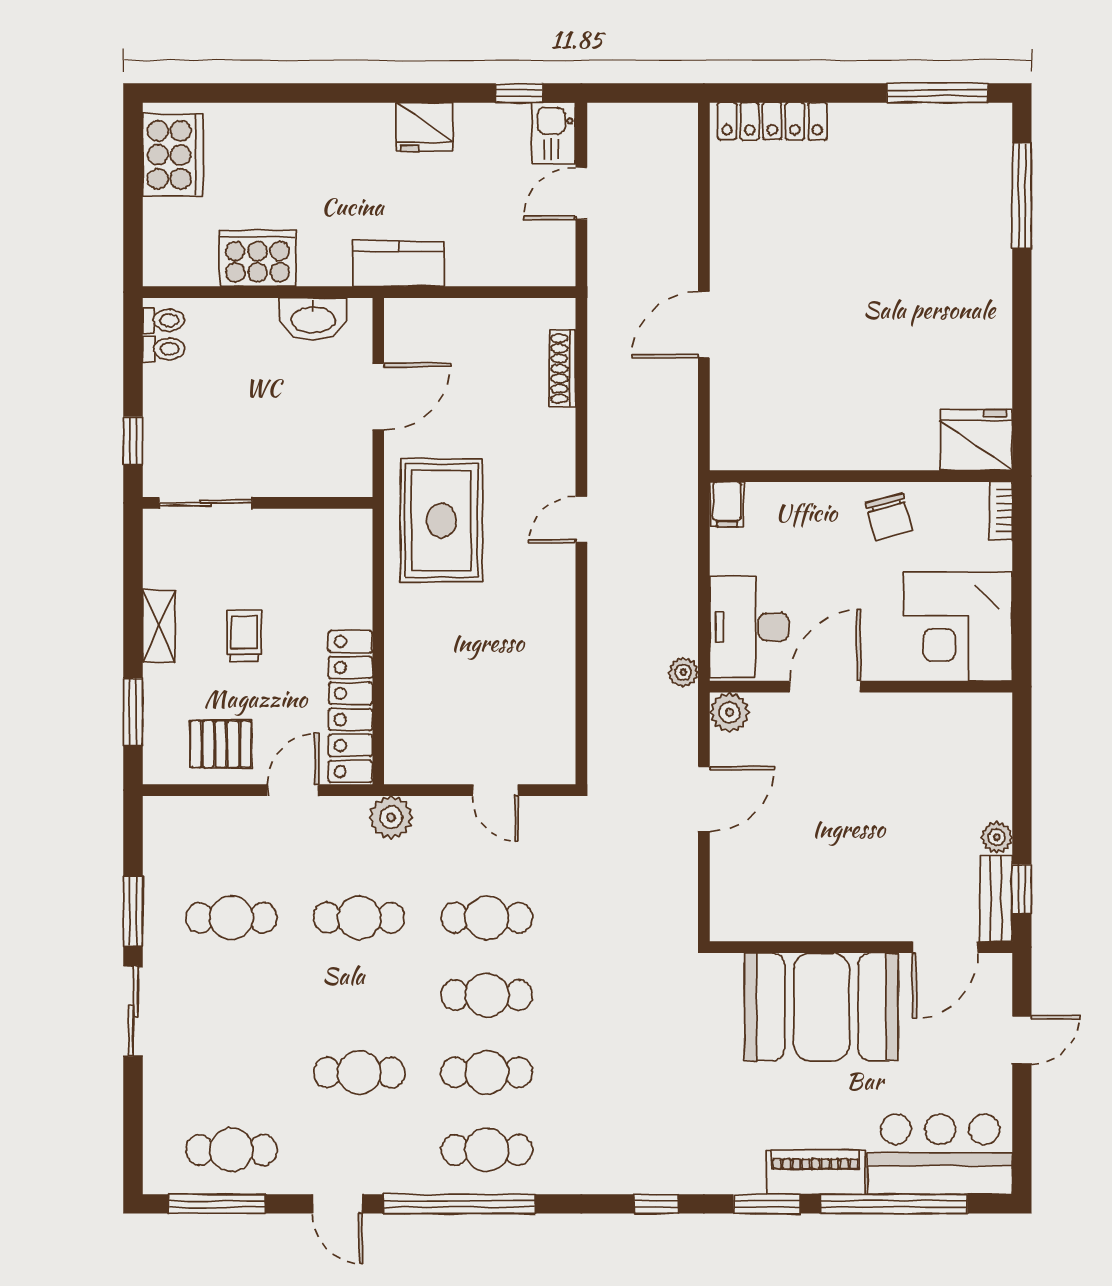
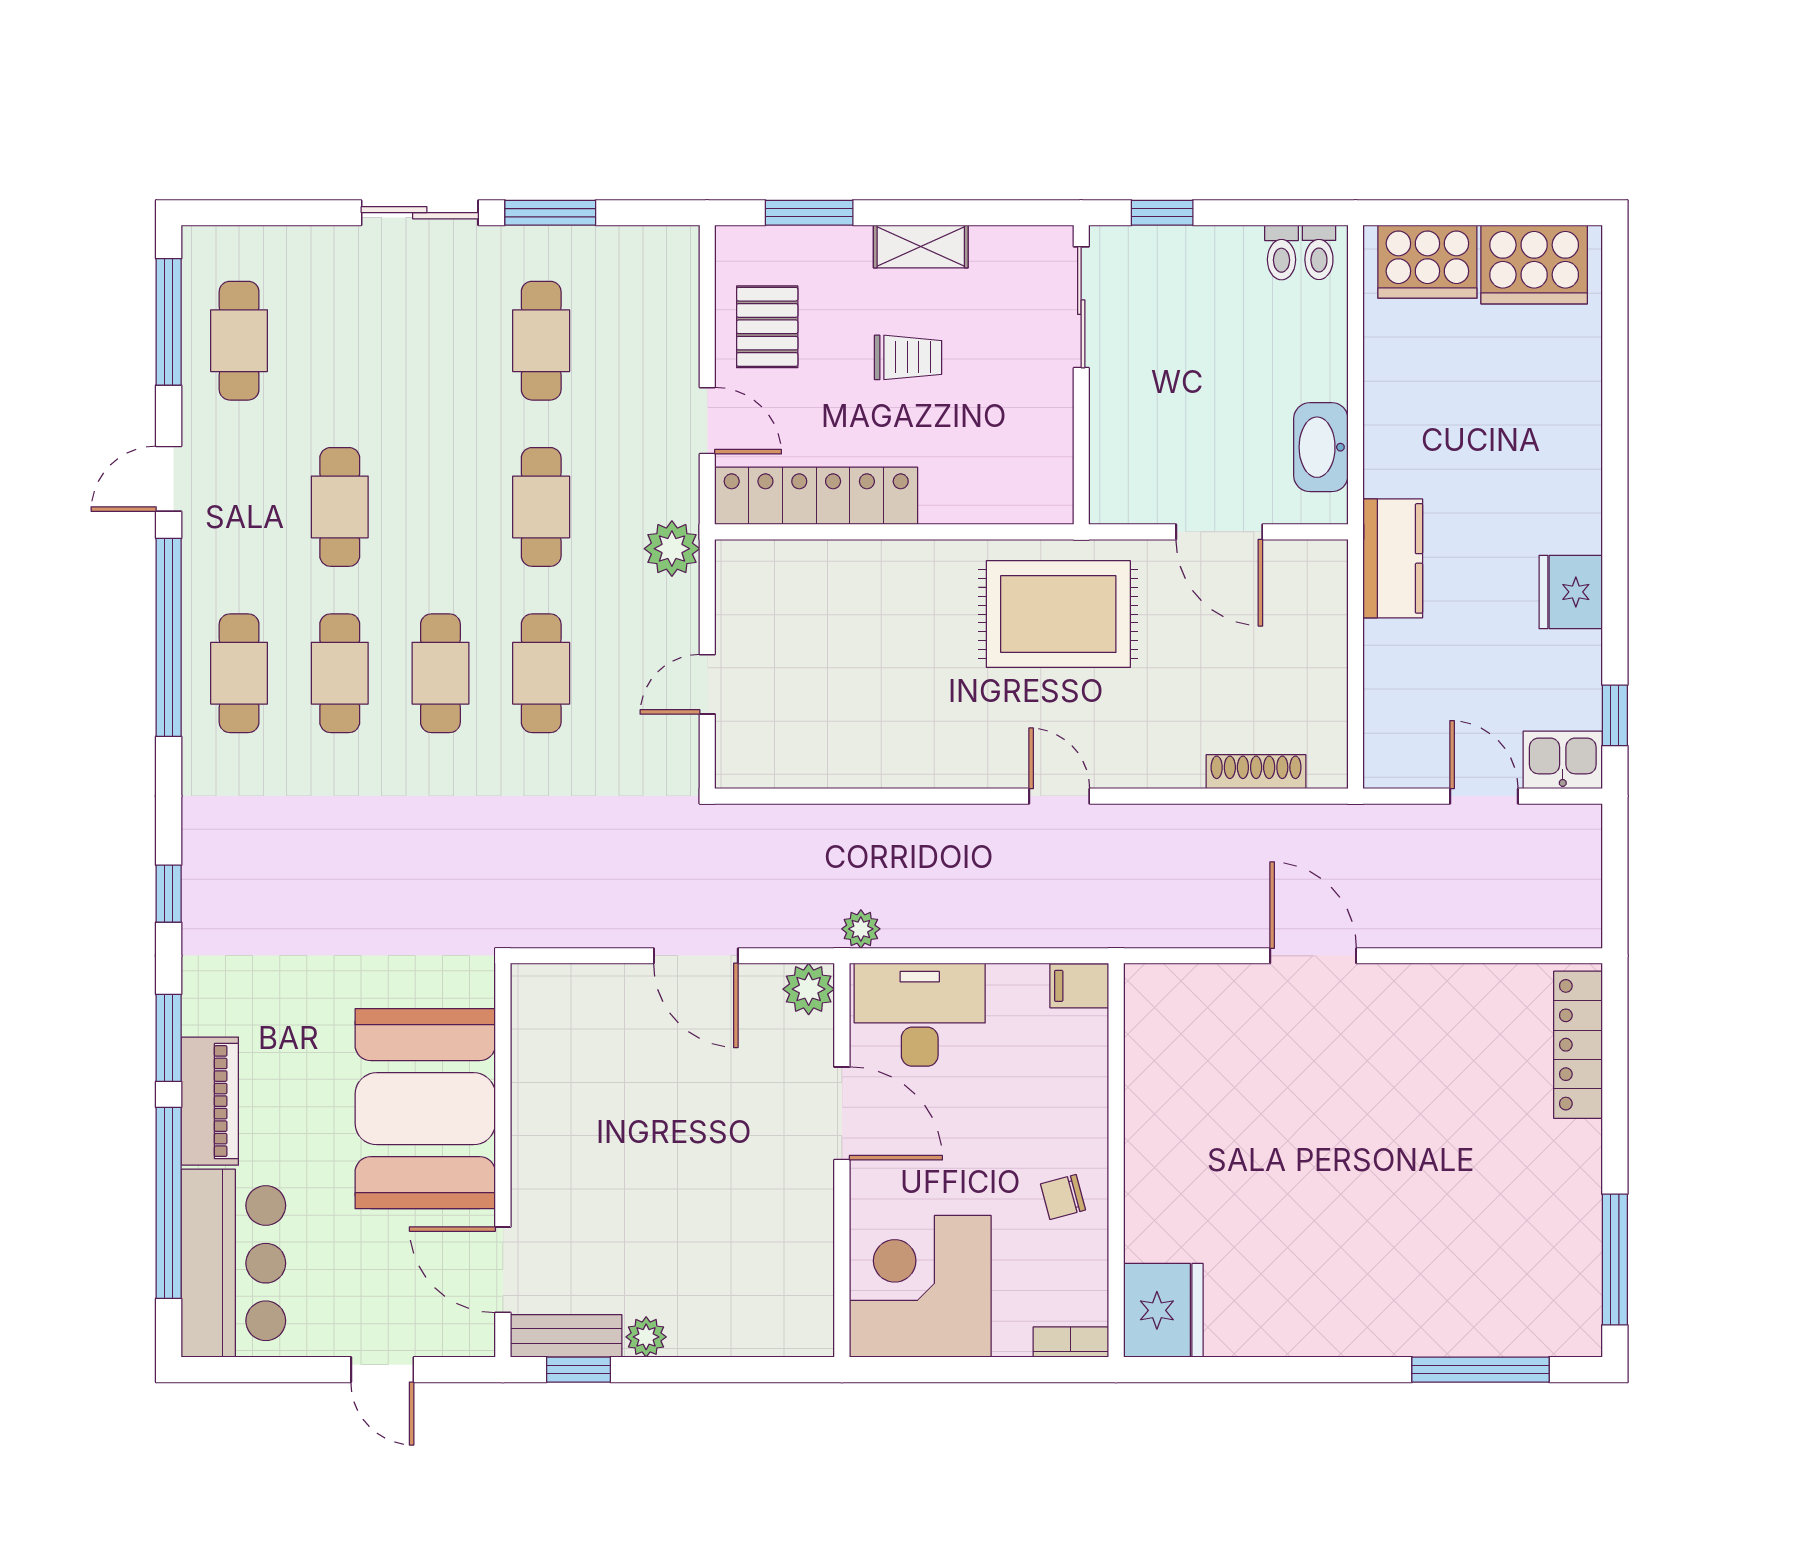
cooker: (258, 258) -> (1427, 262), moved, turned 90
chair: (889, 517) -> (1063, 1197), width x0.73, depth x0.73

